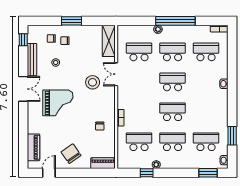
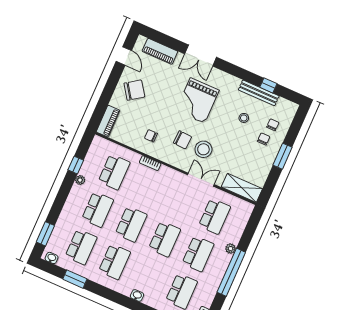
window: (23, 40) -> (268, 85), moved
double door: (23, 89) -> (201, 56), moved
chair: (92, 101) -> (182, 140), added
school desk: (206, 112) -> (115, 262), added

